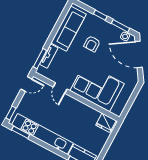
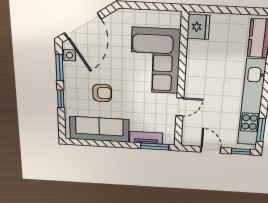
door: (26, 84) -> (211, 150), moved

